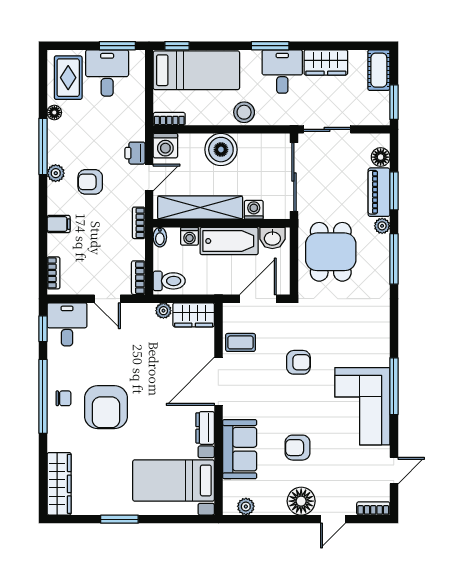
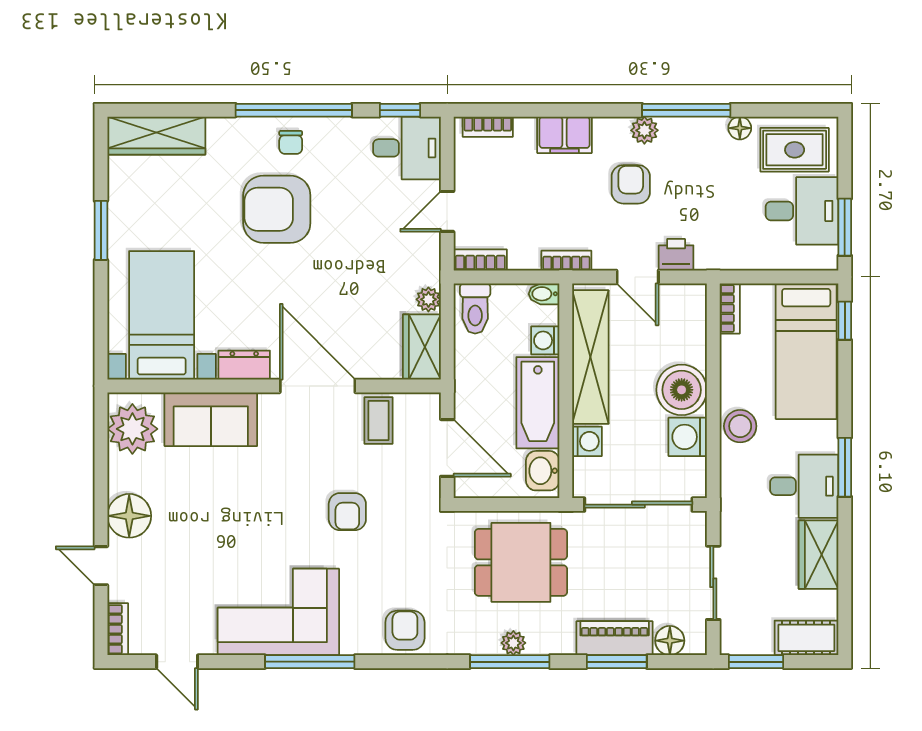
sliding door: (327, 129) -> (713, 583), moved
washing machine: (165, 146) -> (688, 437), moved
filing cabinet: (59, 224) -> (565, 135), width x2.00
plant: (382, 226) -> (513, 643), moved
armchair: (298, 448) -> (405, 630), moved
plant: (246, 506) -> (132, 429), width x1.87, depth x1.87

